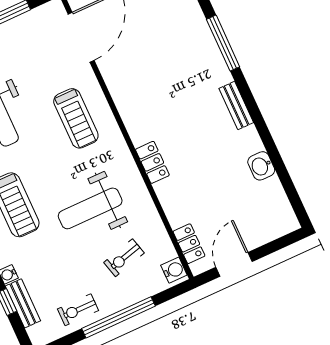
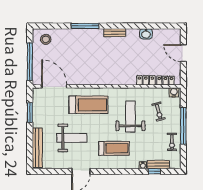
treadmill: (76, 118) -> (89, 105), width x1.37, depth x1.38
locker: (152, 162) -> (146, 80), moved
weight bench: (90, 208) -> (130, 117), turned 180
door: (234, 264) -> (183, 53), moved

